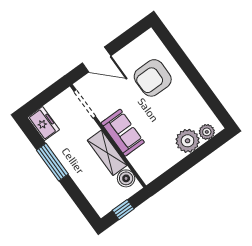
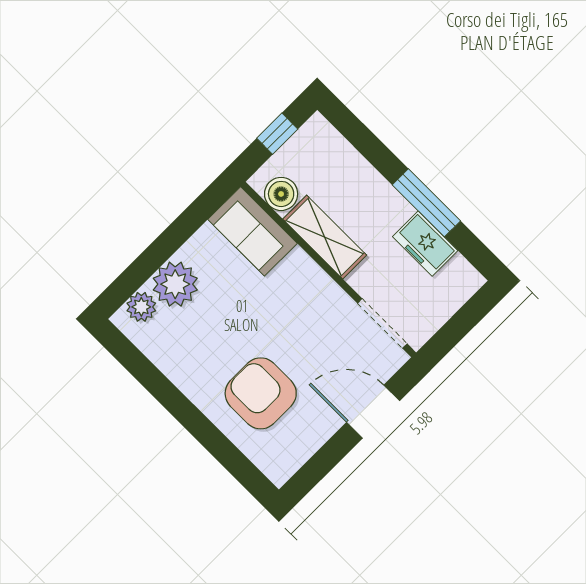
armchair: (153, 78) -> (261, 393), turned -90
freezer: (43, 124) -> (425, 244), moved
sofa: (123, 133) -> (253, 231), moved

